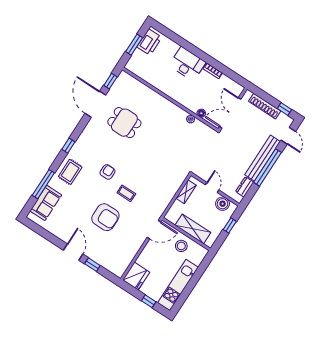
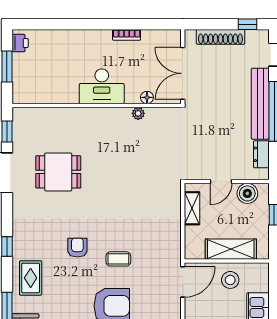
printer: (149, 42) -> (20, 43), width x0.53, depth x0.68
desk: (187, 64) -> (102, 86), moved, turned 180
door: (212, 187) -> (221, 182), swing flipped

